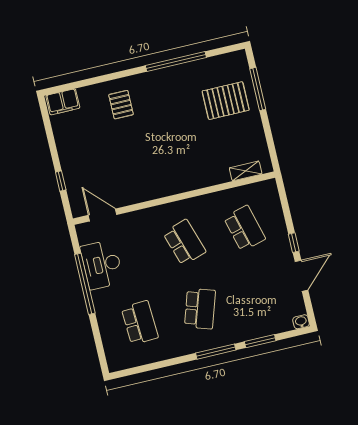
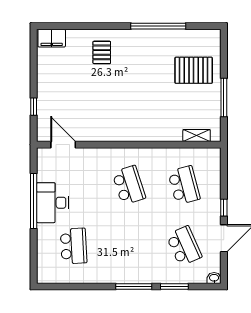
window: (258, 89) -> (224, 98), moved
desk: (102, 265) -> (52, 203), moved
school desk: (200, 309) -> (184, 246), moved, turned -42

